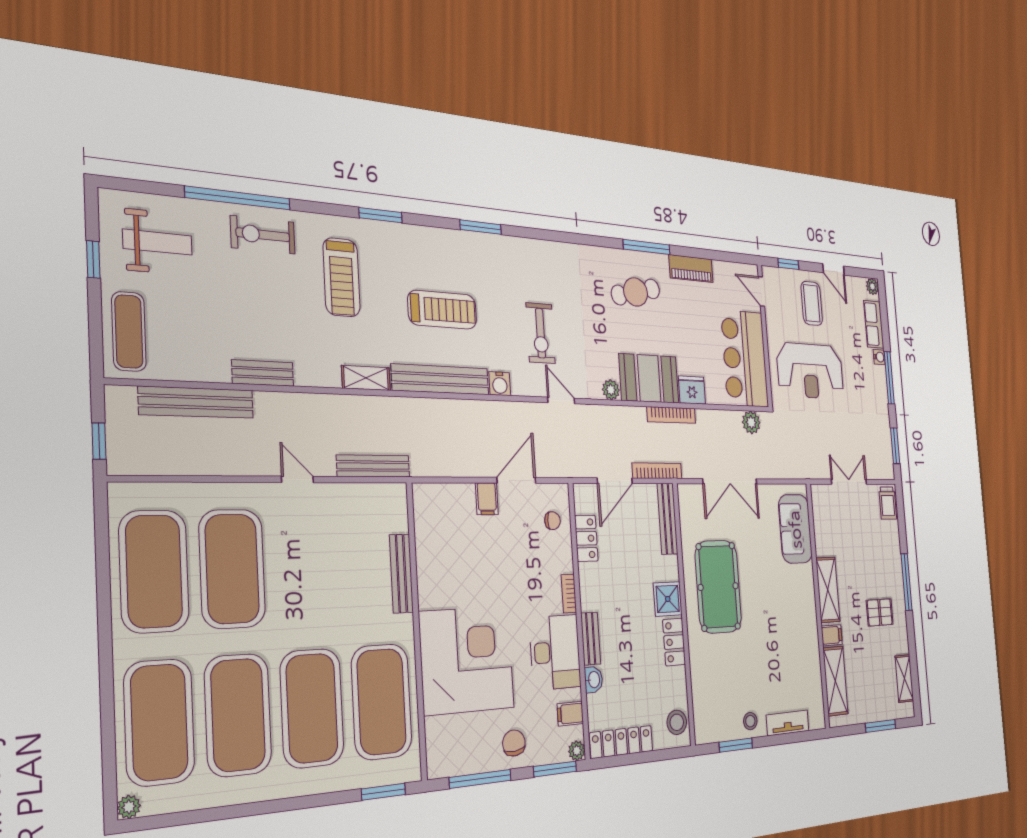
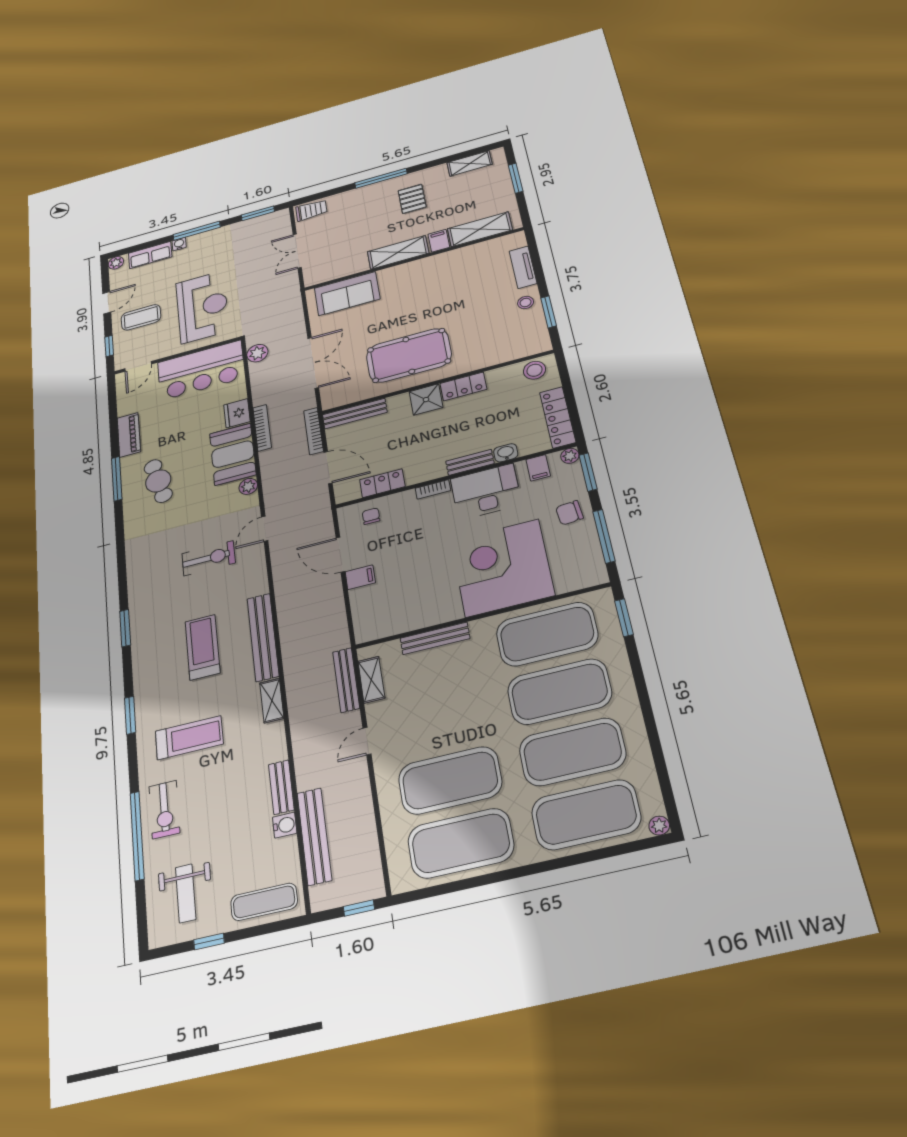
weight bench: (158, 242) -> (186, 893), turned 180
water cooler: (500, 384) -> (285, 825), moved
shelving: (368, 495) -> (371, 680), added

